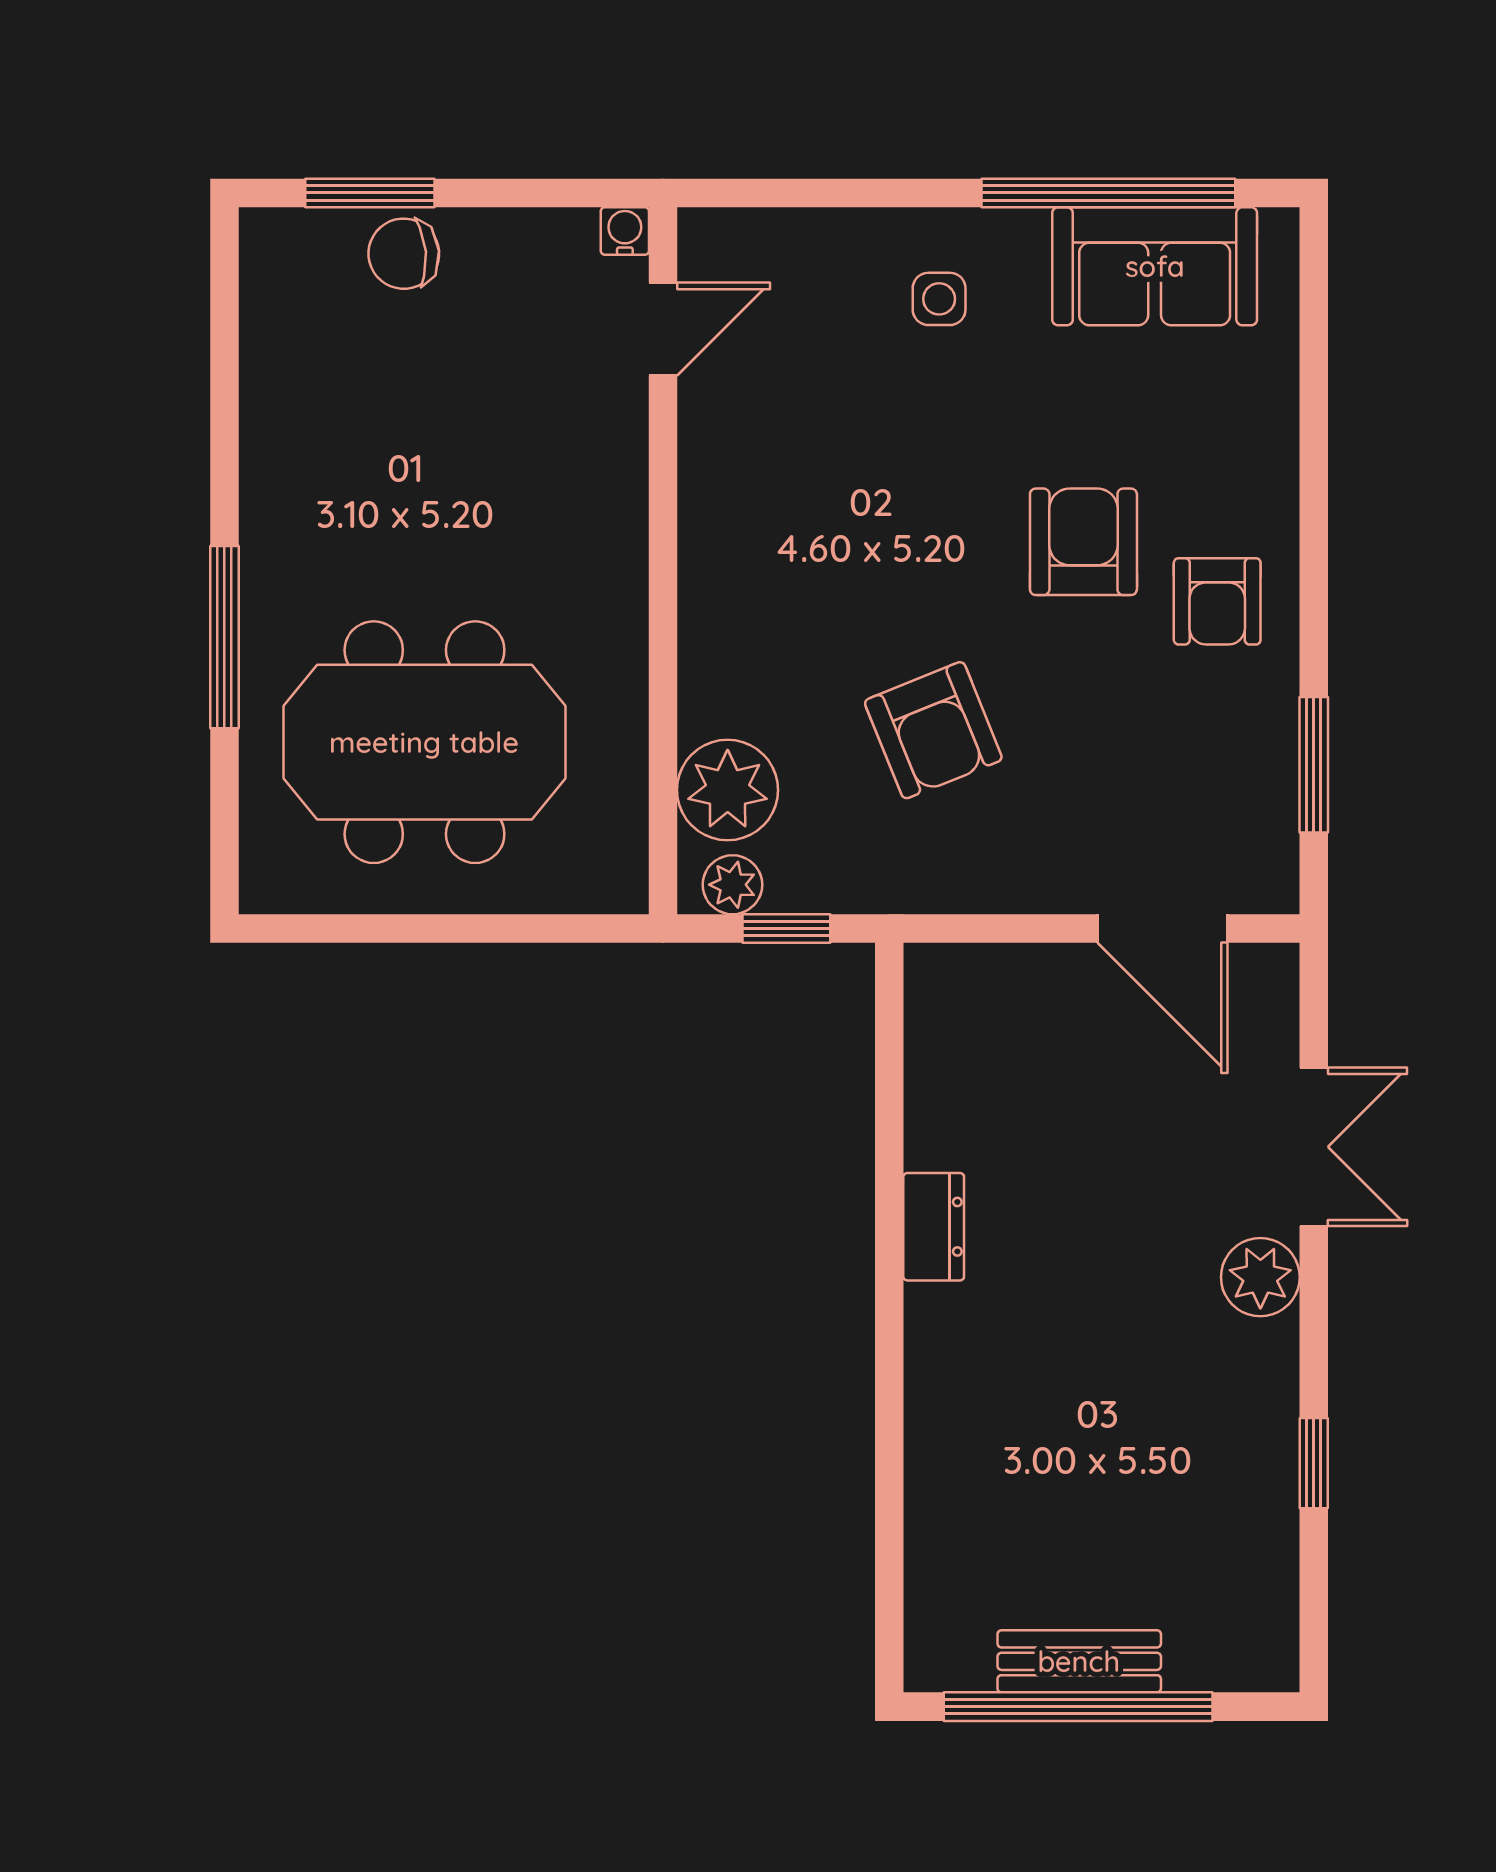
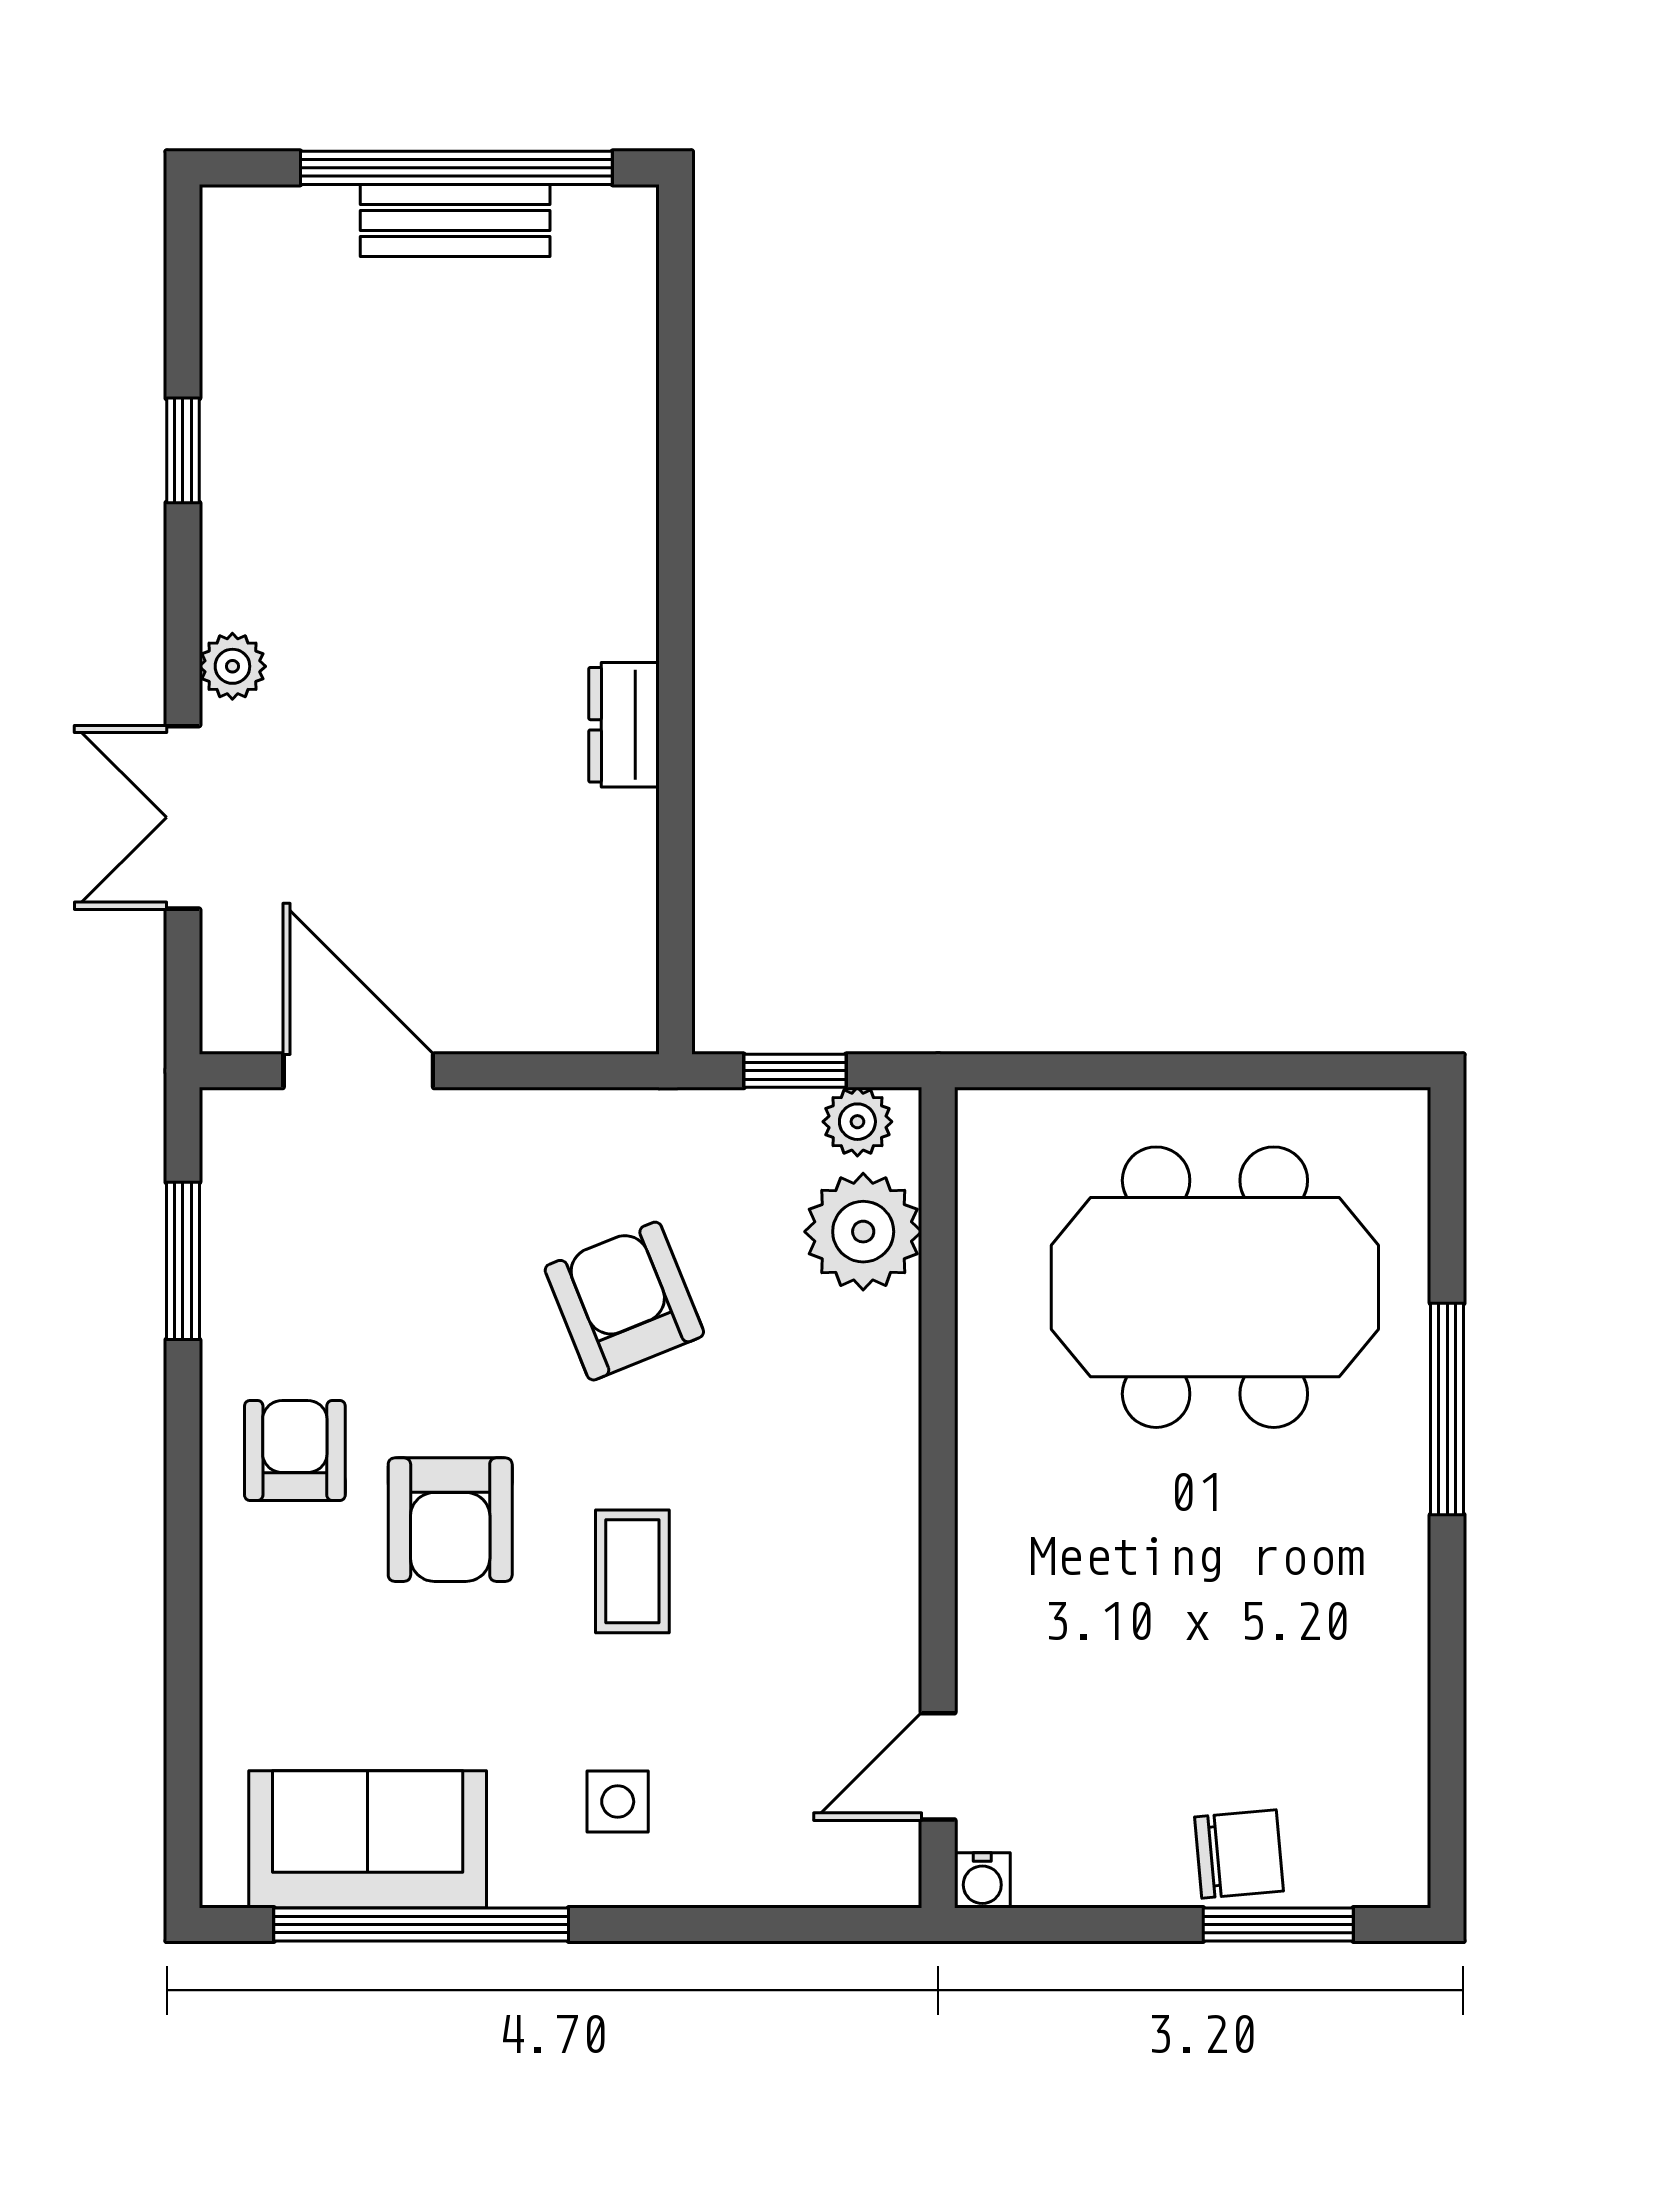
coffee table: (926, 497) -> (632, 1571), added
plant: (1260, 1277) -> (232, 666), width x0.73, depth x0.73

